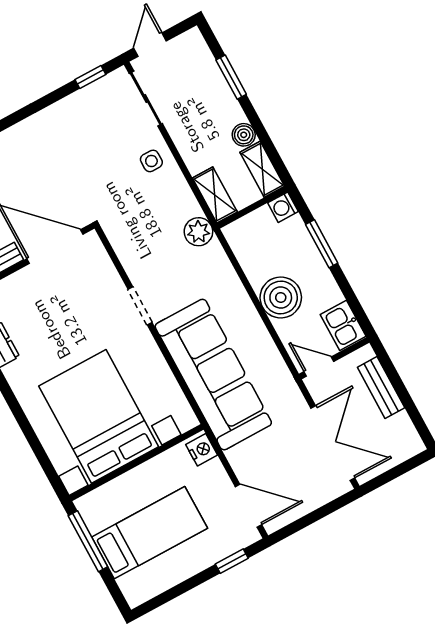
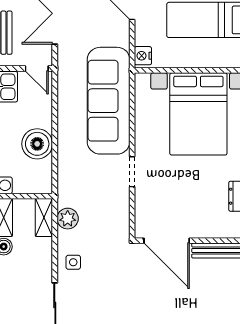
plant: (198, 232) -> (68, 219), moved
boiler: (281, 298) -> (37, 144), moved

